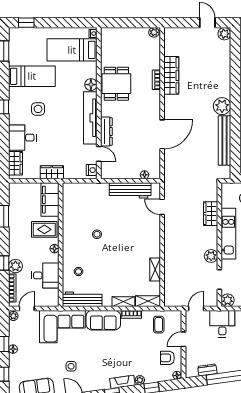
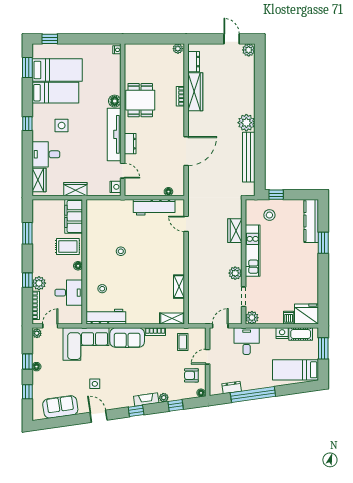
dresser: (170, 45) -> (194, 62), added
bed: (72, 50) -> (57, 70), moved, turned 180
dresser: (106, 131) -> (130, 144), width x0.70
shelving: (123, 302) -> (147, 319), removed

